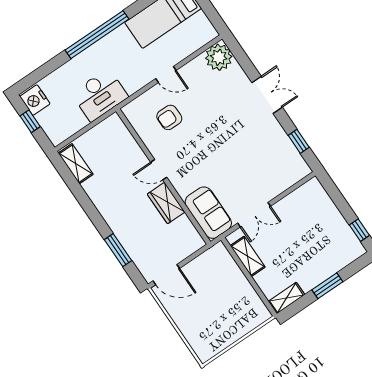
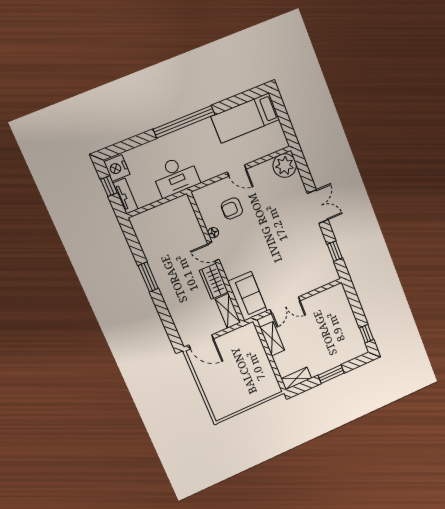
tv unit: (50, 128) -> (126, 196), added
floor lamp: (154, 149) -> (213, 233), added
shelving: (76, 164) -> (228, 311), moved
window: (118, 250) -> (148, 277), moved

